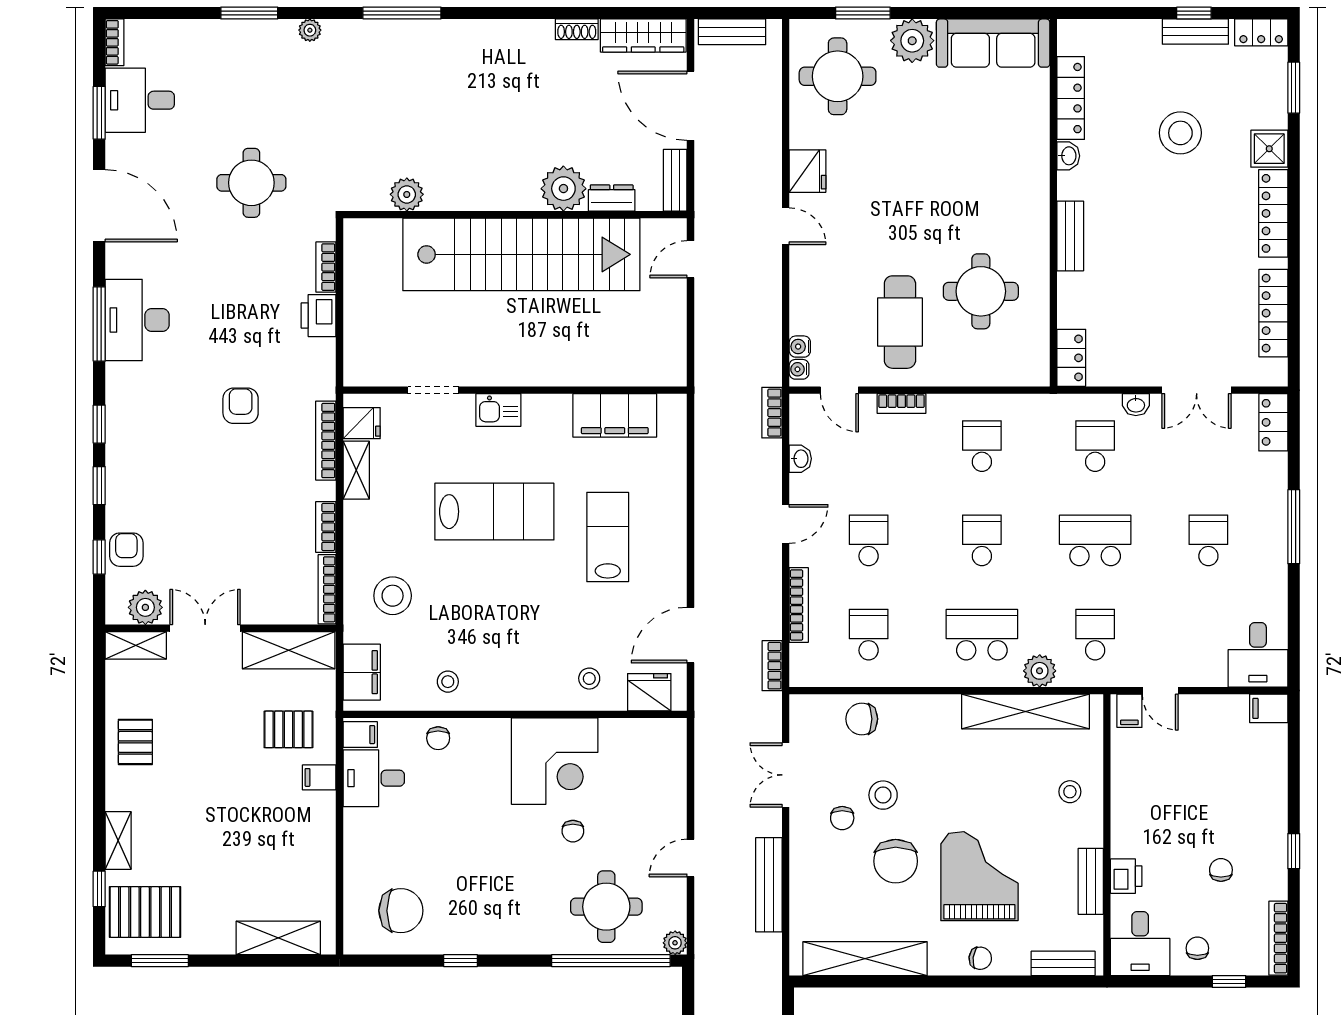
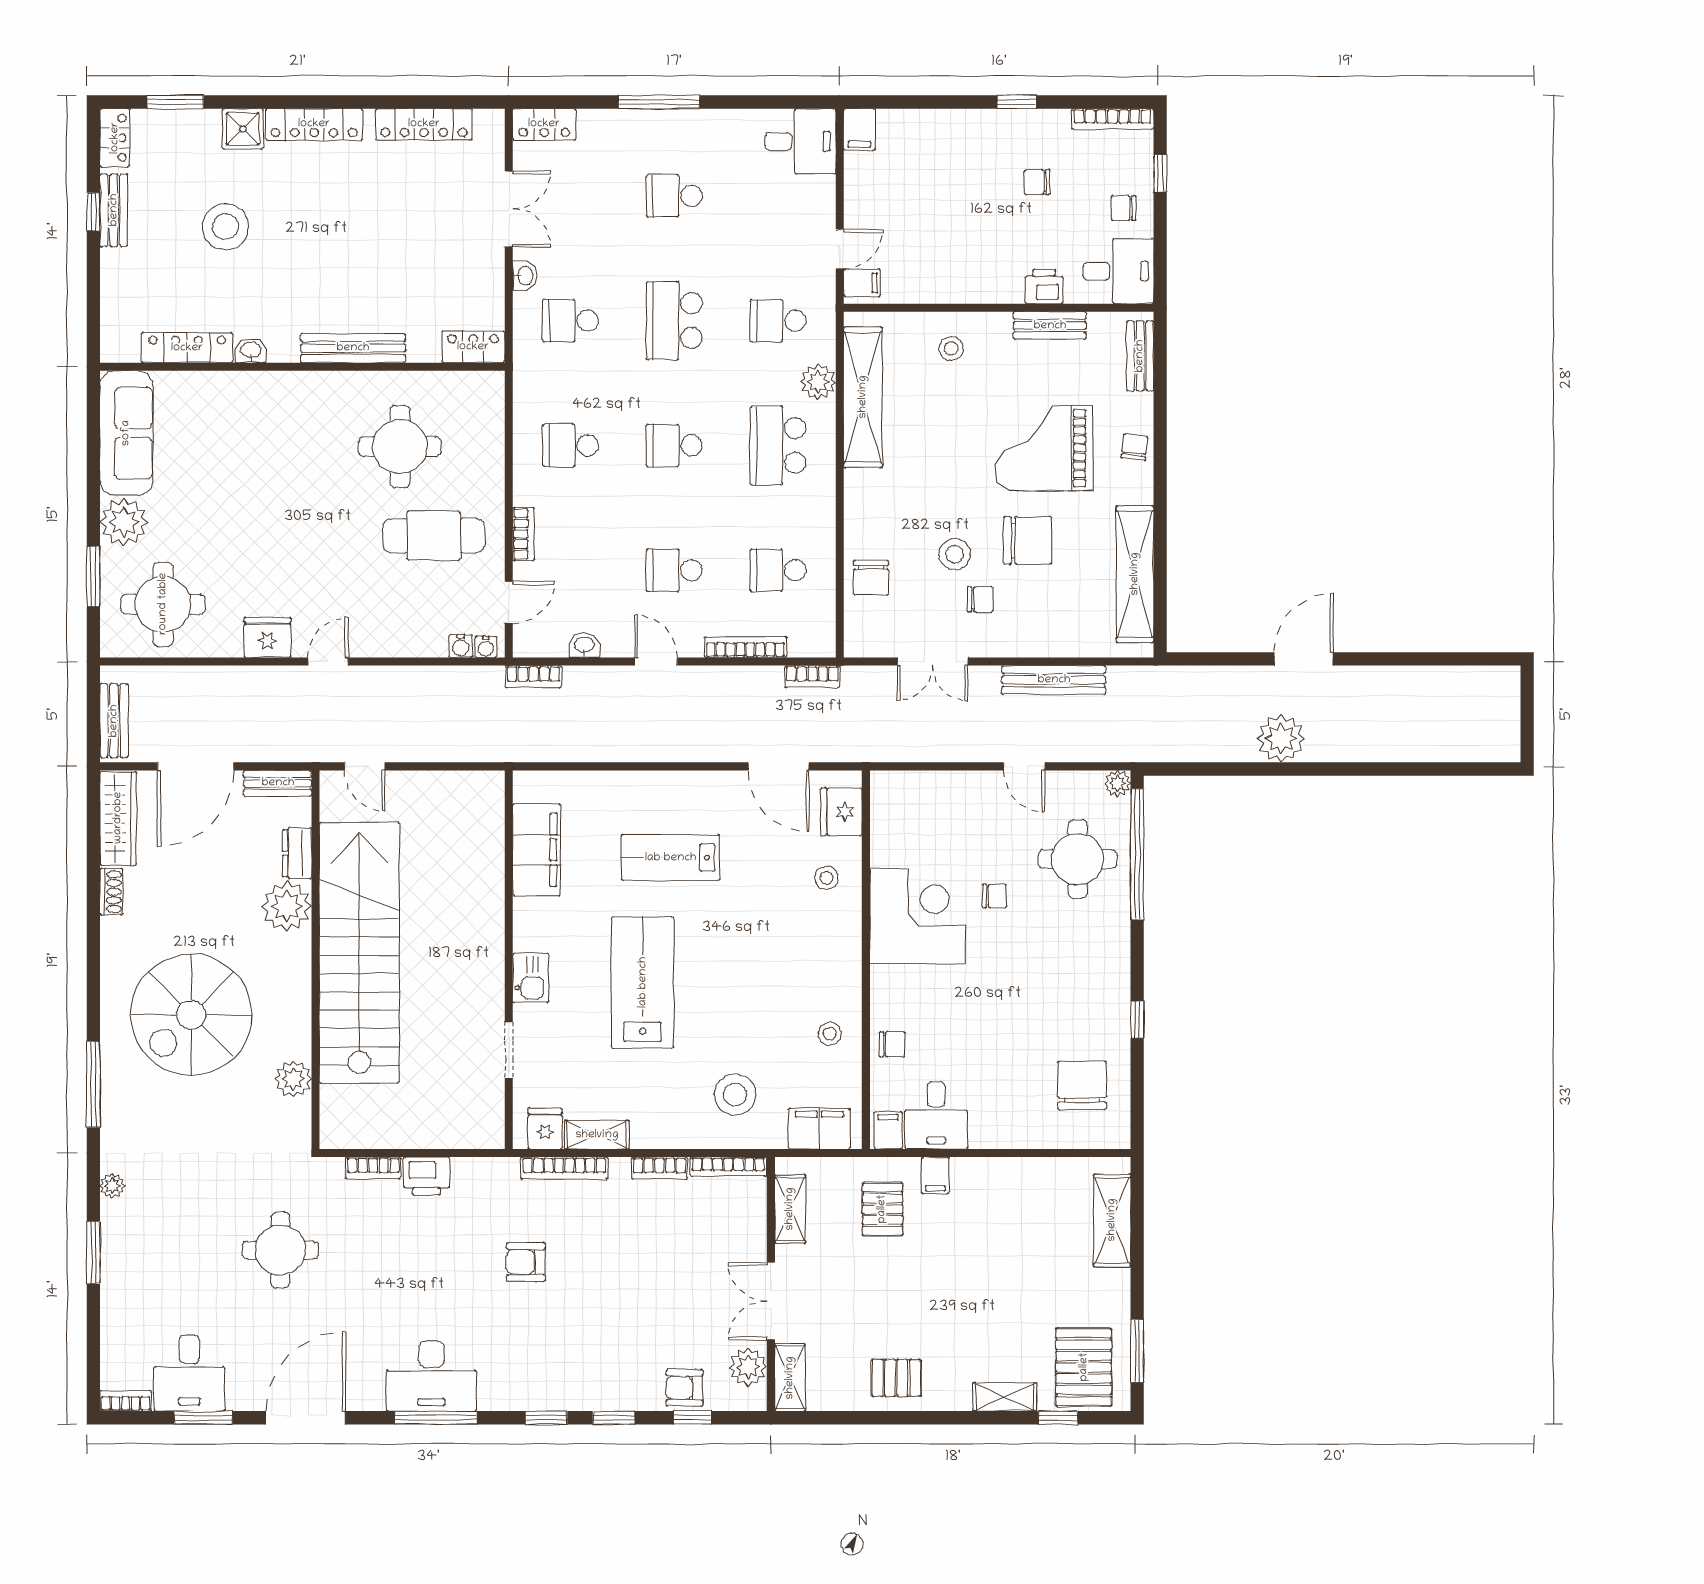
spiral stairs: (465, 102) -> (191, 1015), added
bench: (1070, 236) -> (353, 348), width x1.36
shelving: (289, 650) -> (790, 1209), width x0.67, depth x0.75

